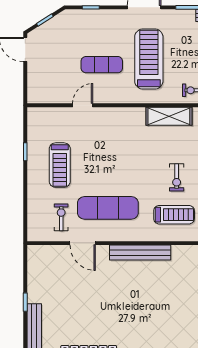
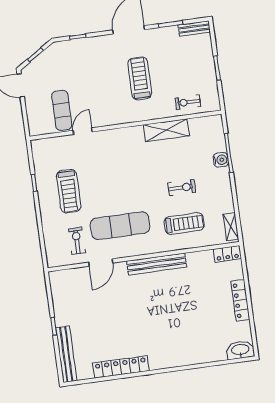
treadmill: (149, 59) -> (140, 78), width x0.73, depth x0.73
exercise mat: (102, 65) -> (62, 110), moved, turned 90
exercise bike: (177, 177) -> (182, 188), turned -90
door: (83, 243) -> (101, 263), hinge flipped

